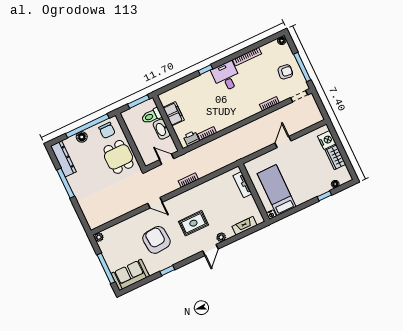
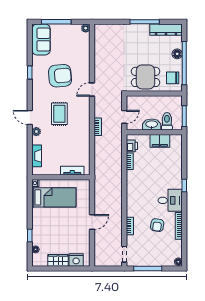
armchair: (285, 72) -> (157, 225), moved
door: (283, 142) -> (92, 222), hinge flipped

